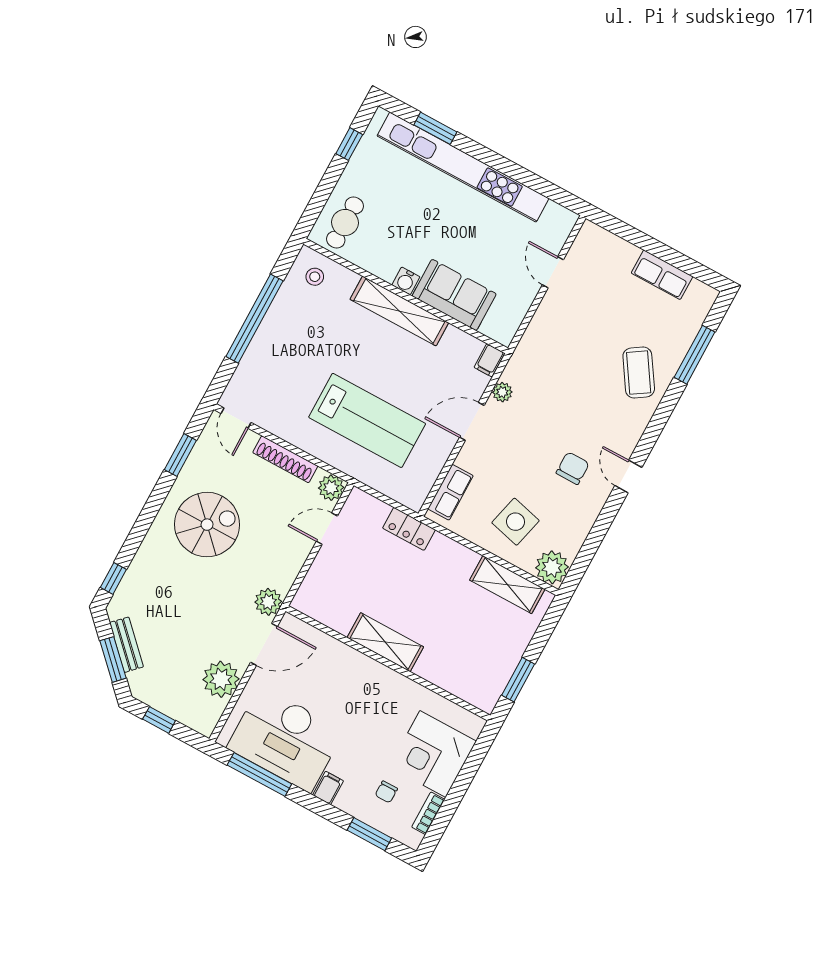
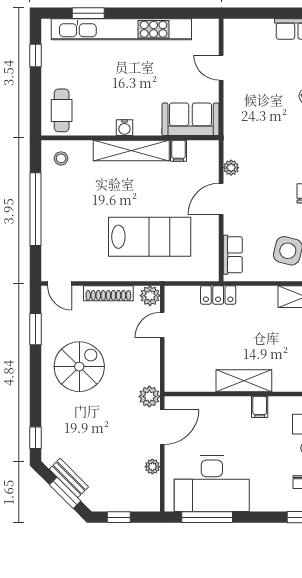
sofa: (454, 295) -> (191, 119), moved
filing cabinet: (489, 360) -> (178, 151), moved
plant: (221, 679) -> (152, 467), width x0.53, depth x0.53
filing cabinet: (328, 788) -> (260, 407), moved, turned 180

